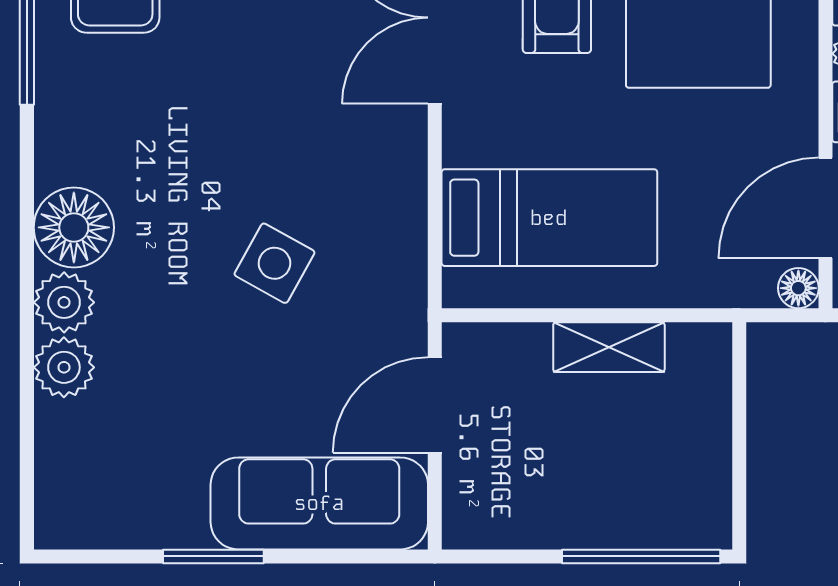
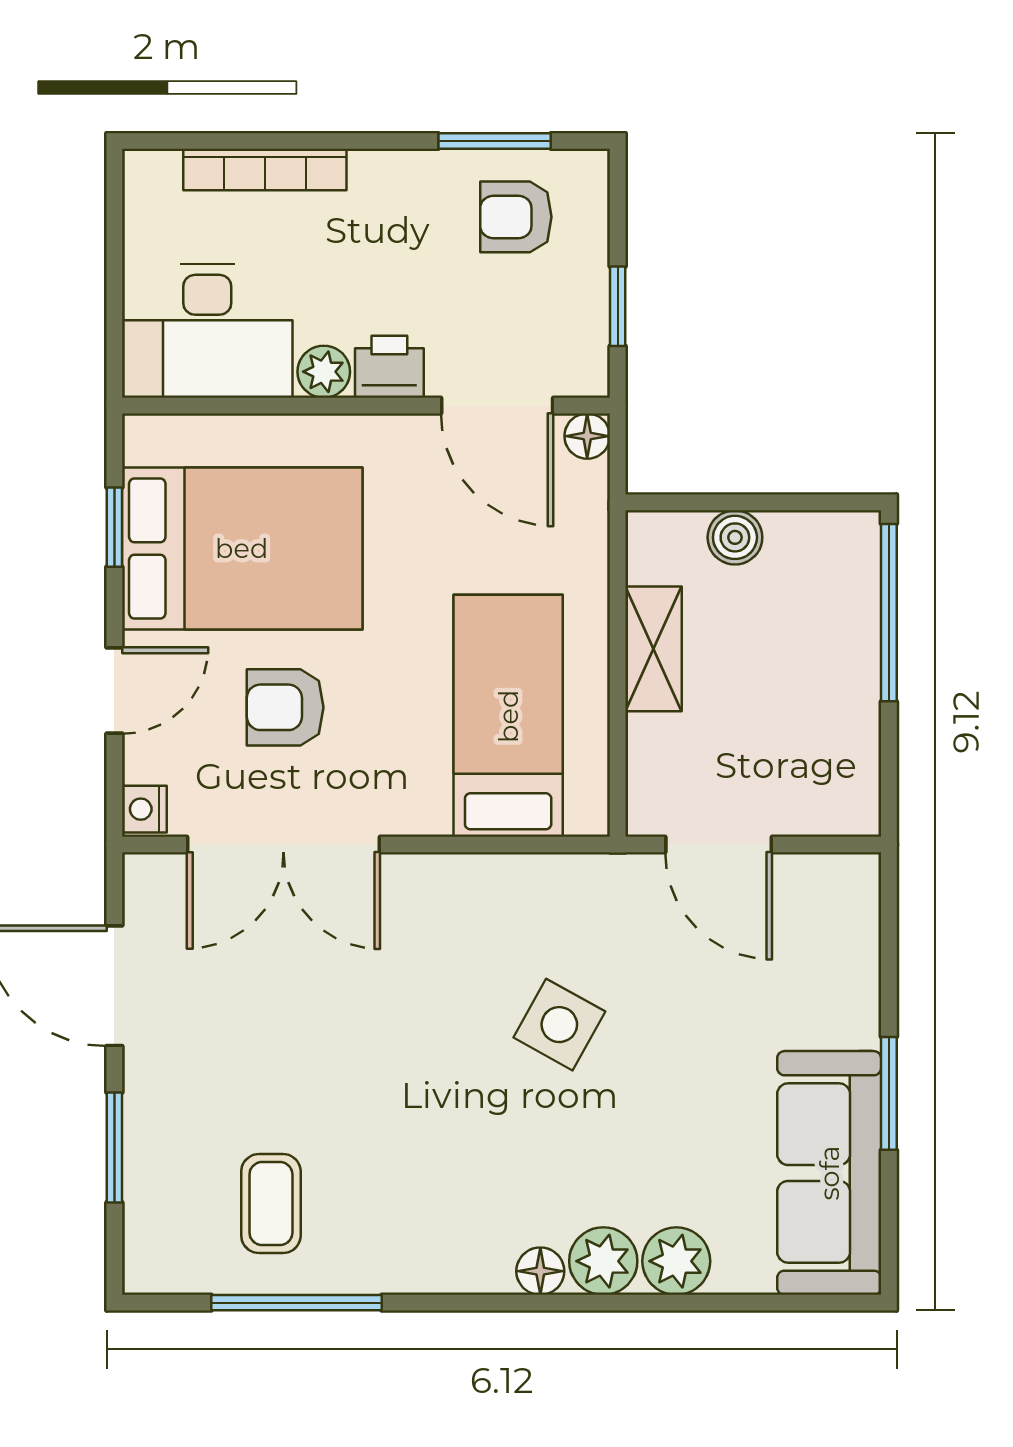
floor lamp: (74, 227) -> (540, 1271), width x0.53, depth x0.53
boiler: (708, 420) -> (735, 537), added
sofa: (319, 503) -> (829, 1173), moved

